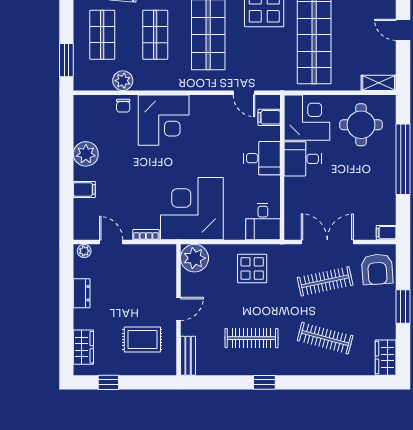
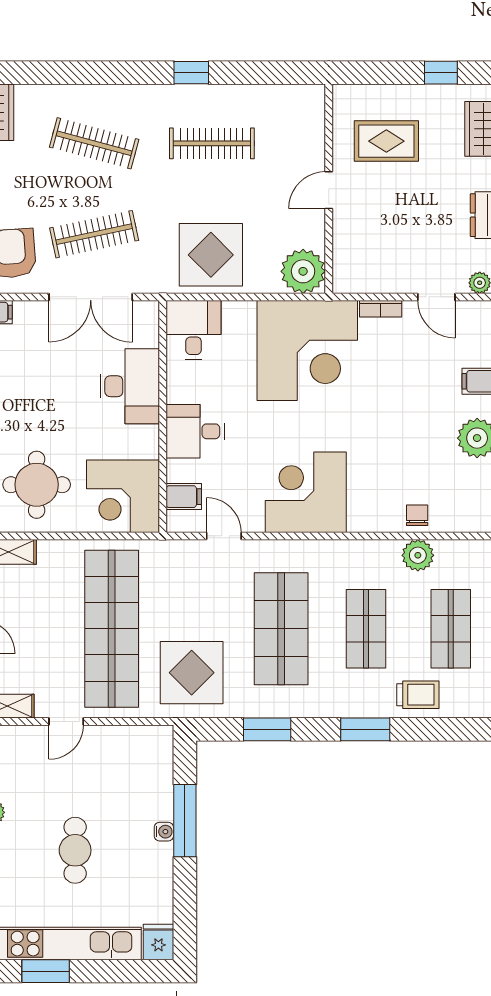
corner desk: (164, 120) -> (306, 492), moved
desk: (303, 159) -> (130, 386), moved, width x1.37
display table: (252, 268) -> (211, 255), width x1.36, depth x1.36
bench: (188, 356) -> (313, 115), removed

